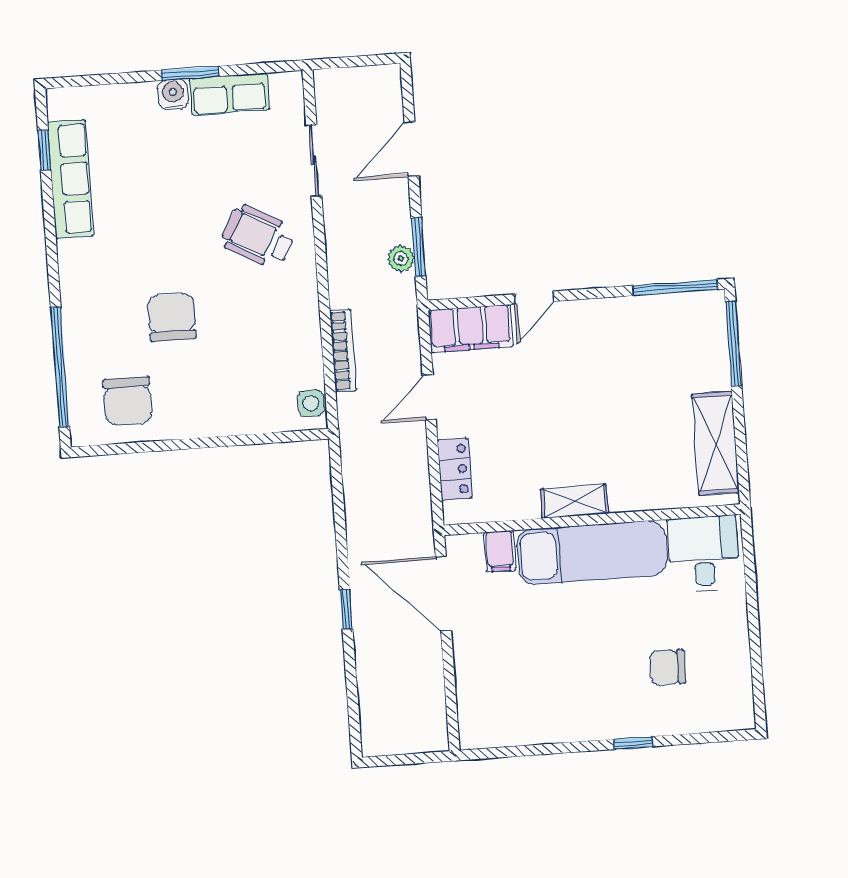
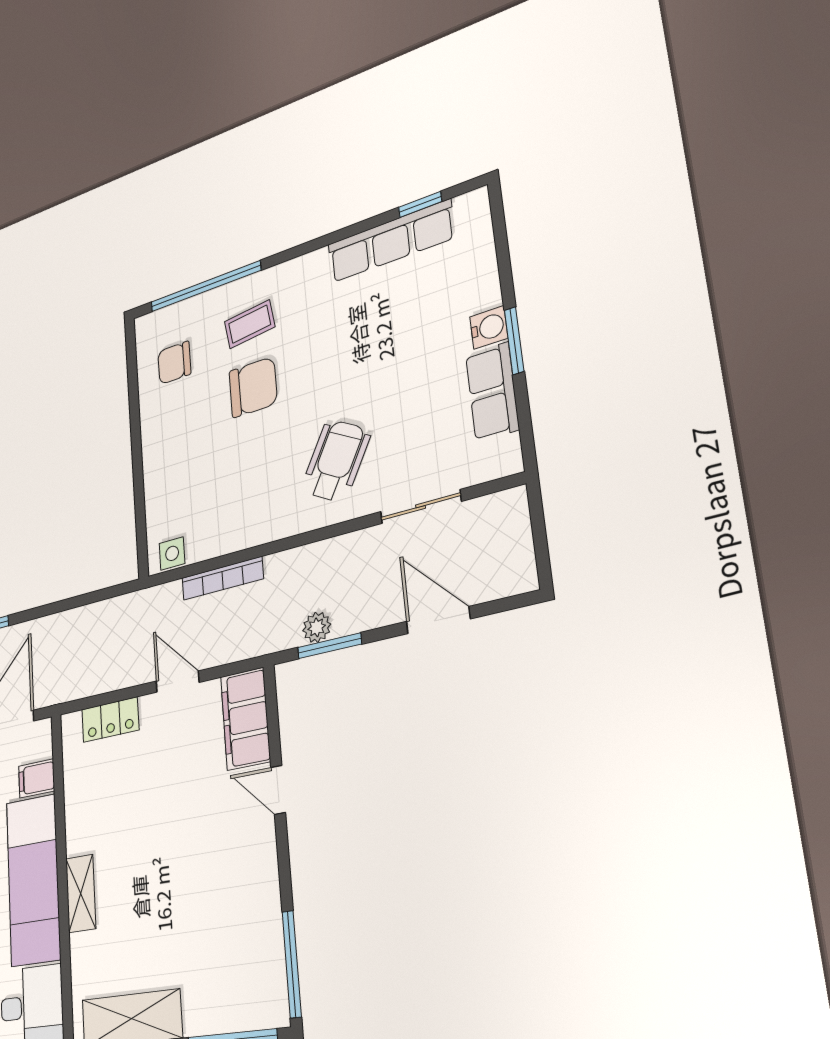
coffee table: (110, 320) -> (250, 324), added
chair: (127, 401) -> (174, 363), width x0.73, depth x0.73
shelving: (574, 501) -> (81, 893), moved

